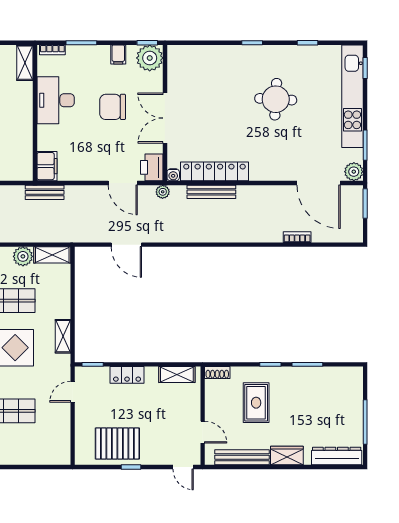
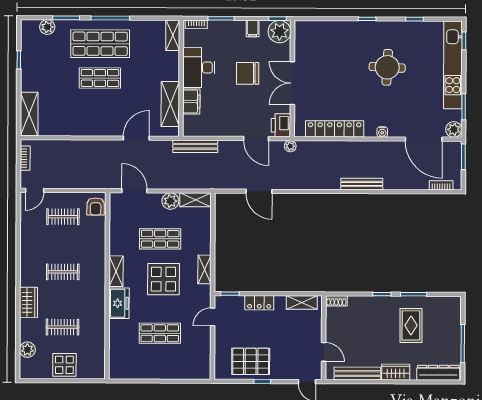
shelving: (22, 143) -> (170, 104), added
filing cabinet: (47, 166) -> (191, 102), moved
water cooler: (173, 175) -> (382, 132), moved
bench: (45, 192) -> (195, 146), width x1.36
bench: (211, 192) -> (362, 184), moved
bookcase: (297, 237) -> (441, 185), moved
rug: (256, 403) -> (411, 325), moved

